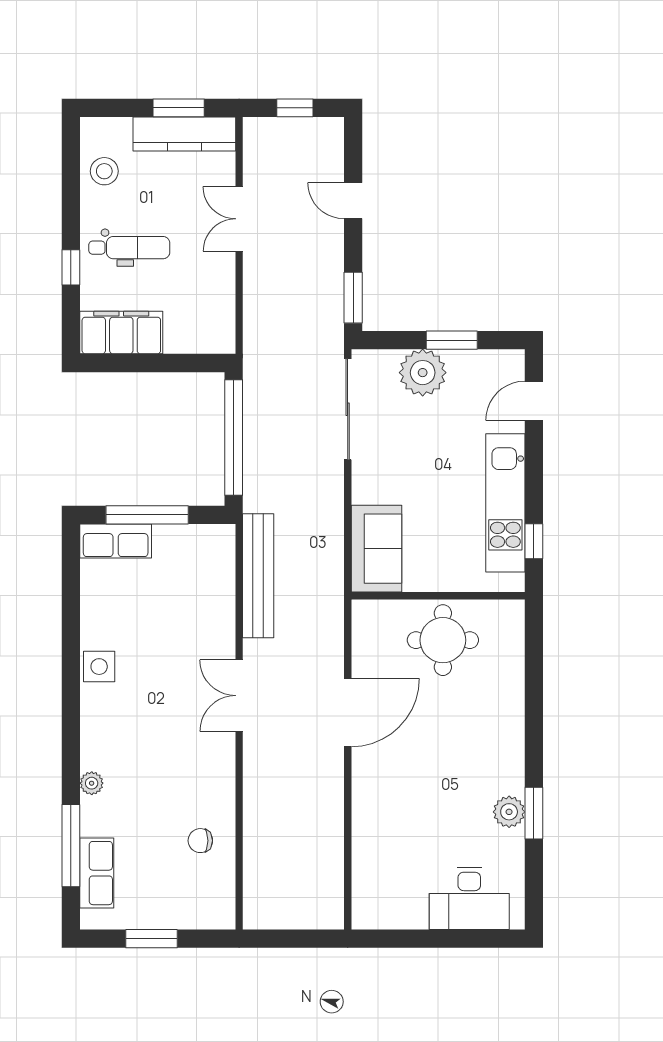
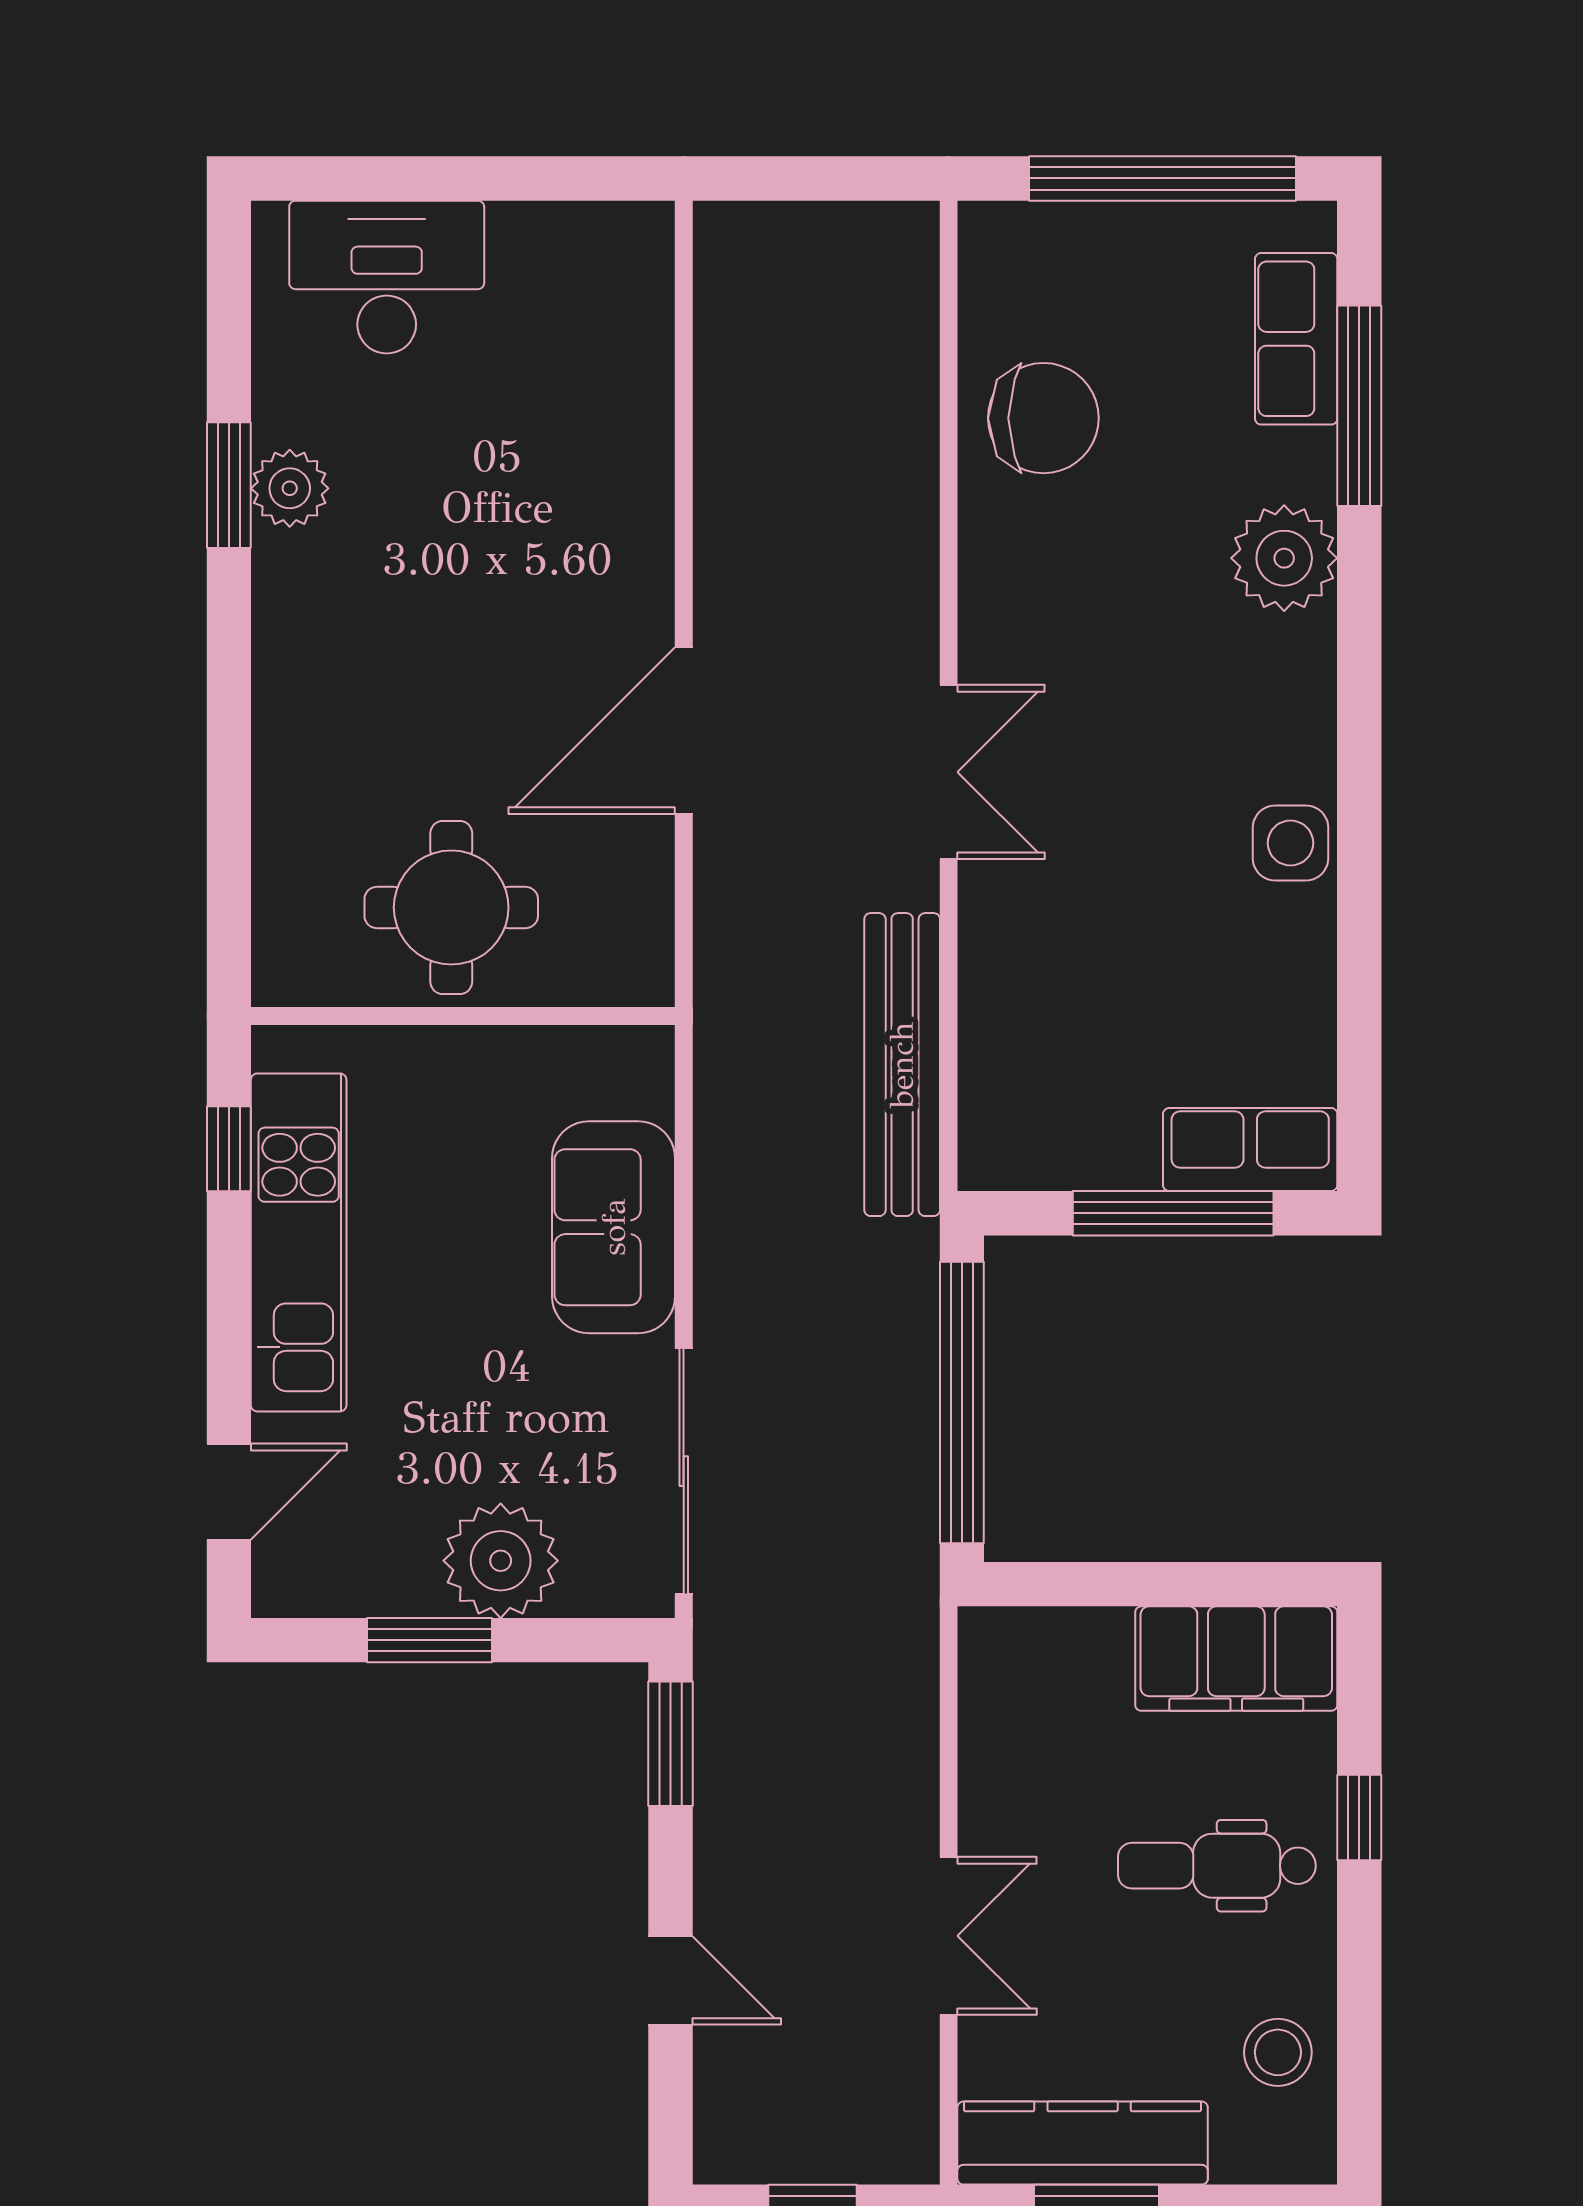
sofa: (376, 549) -> (614, 1227), moved
plant: (92, 783) -> (1284, 558), width x1.88, depth x1.88
chair: (200, 841) -> (1043, 418), width x1.87, depth x1.87
window: (152, 939) -> (1162, 178), width x2.11

